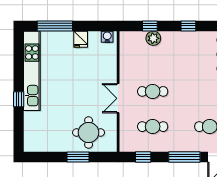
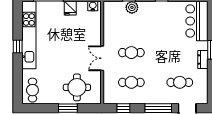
window: (19, 99) -> (18, 46), moved
cafe table: (36, 136) -> (32, 90), added

